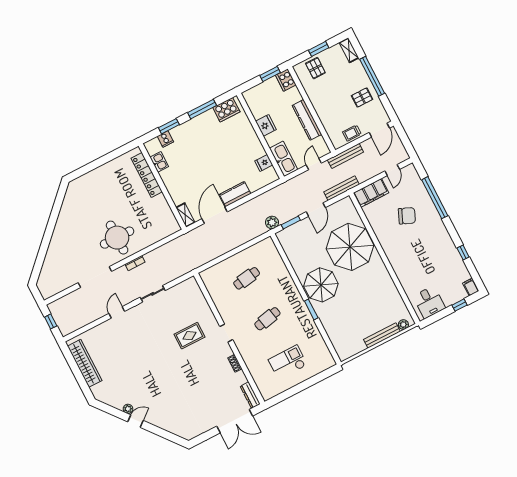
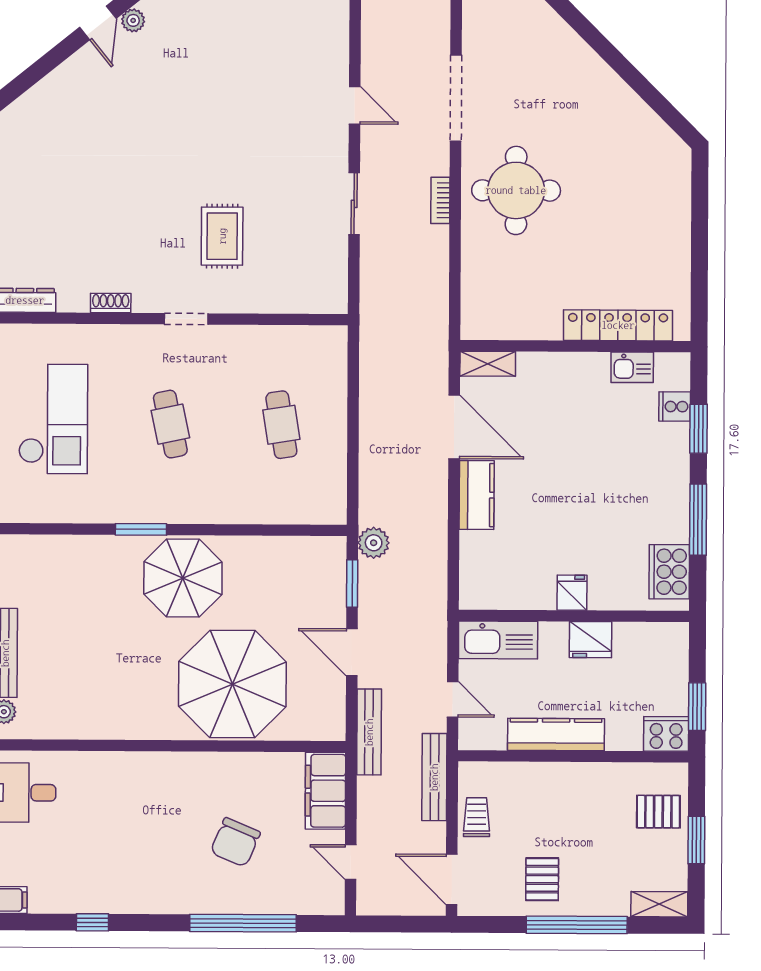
fridge: (264, 163) -> (572, 593), moved
checkout: (288, 362) -> (53, 419), width x1.36, depth x1.21

